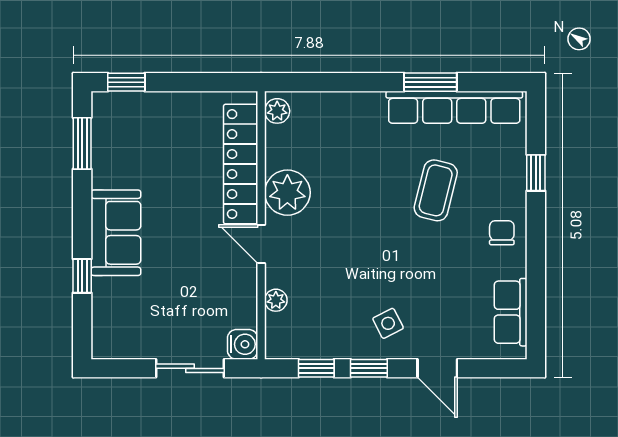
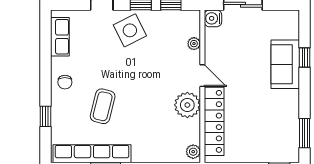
sofa: (116, 233) -> (285, 64), moved
side table: (388, 323) -> (130, 30), width x1.87, depth x1.87

